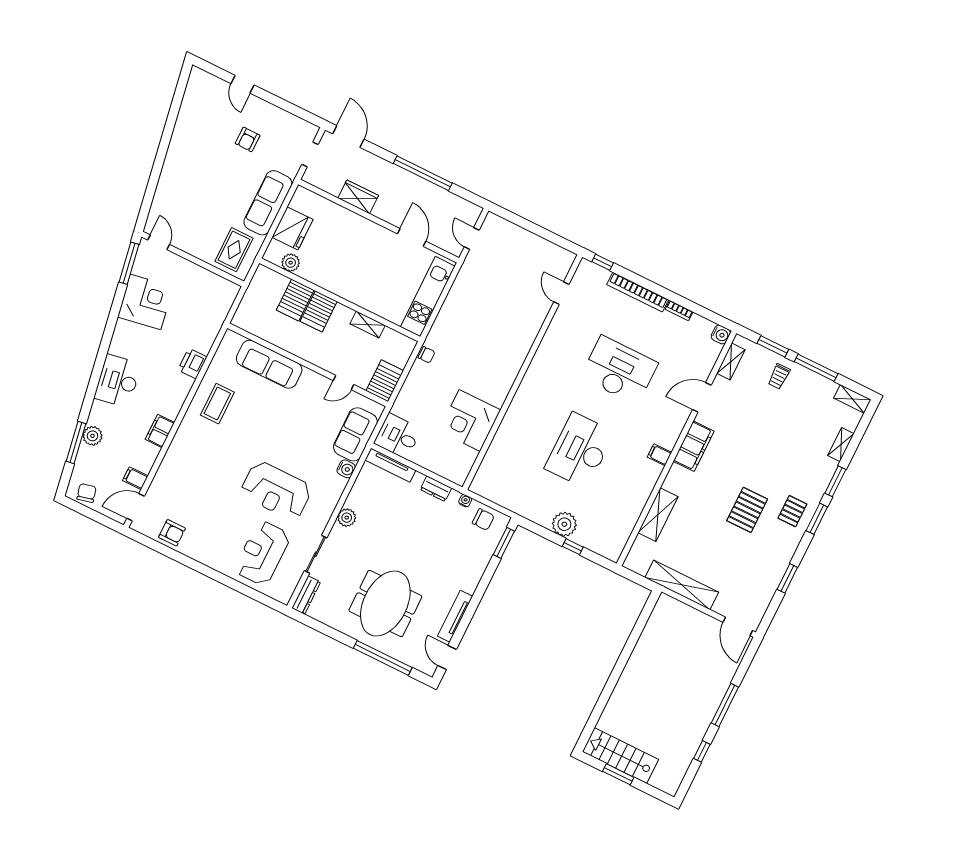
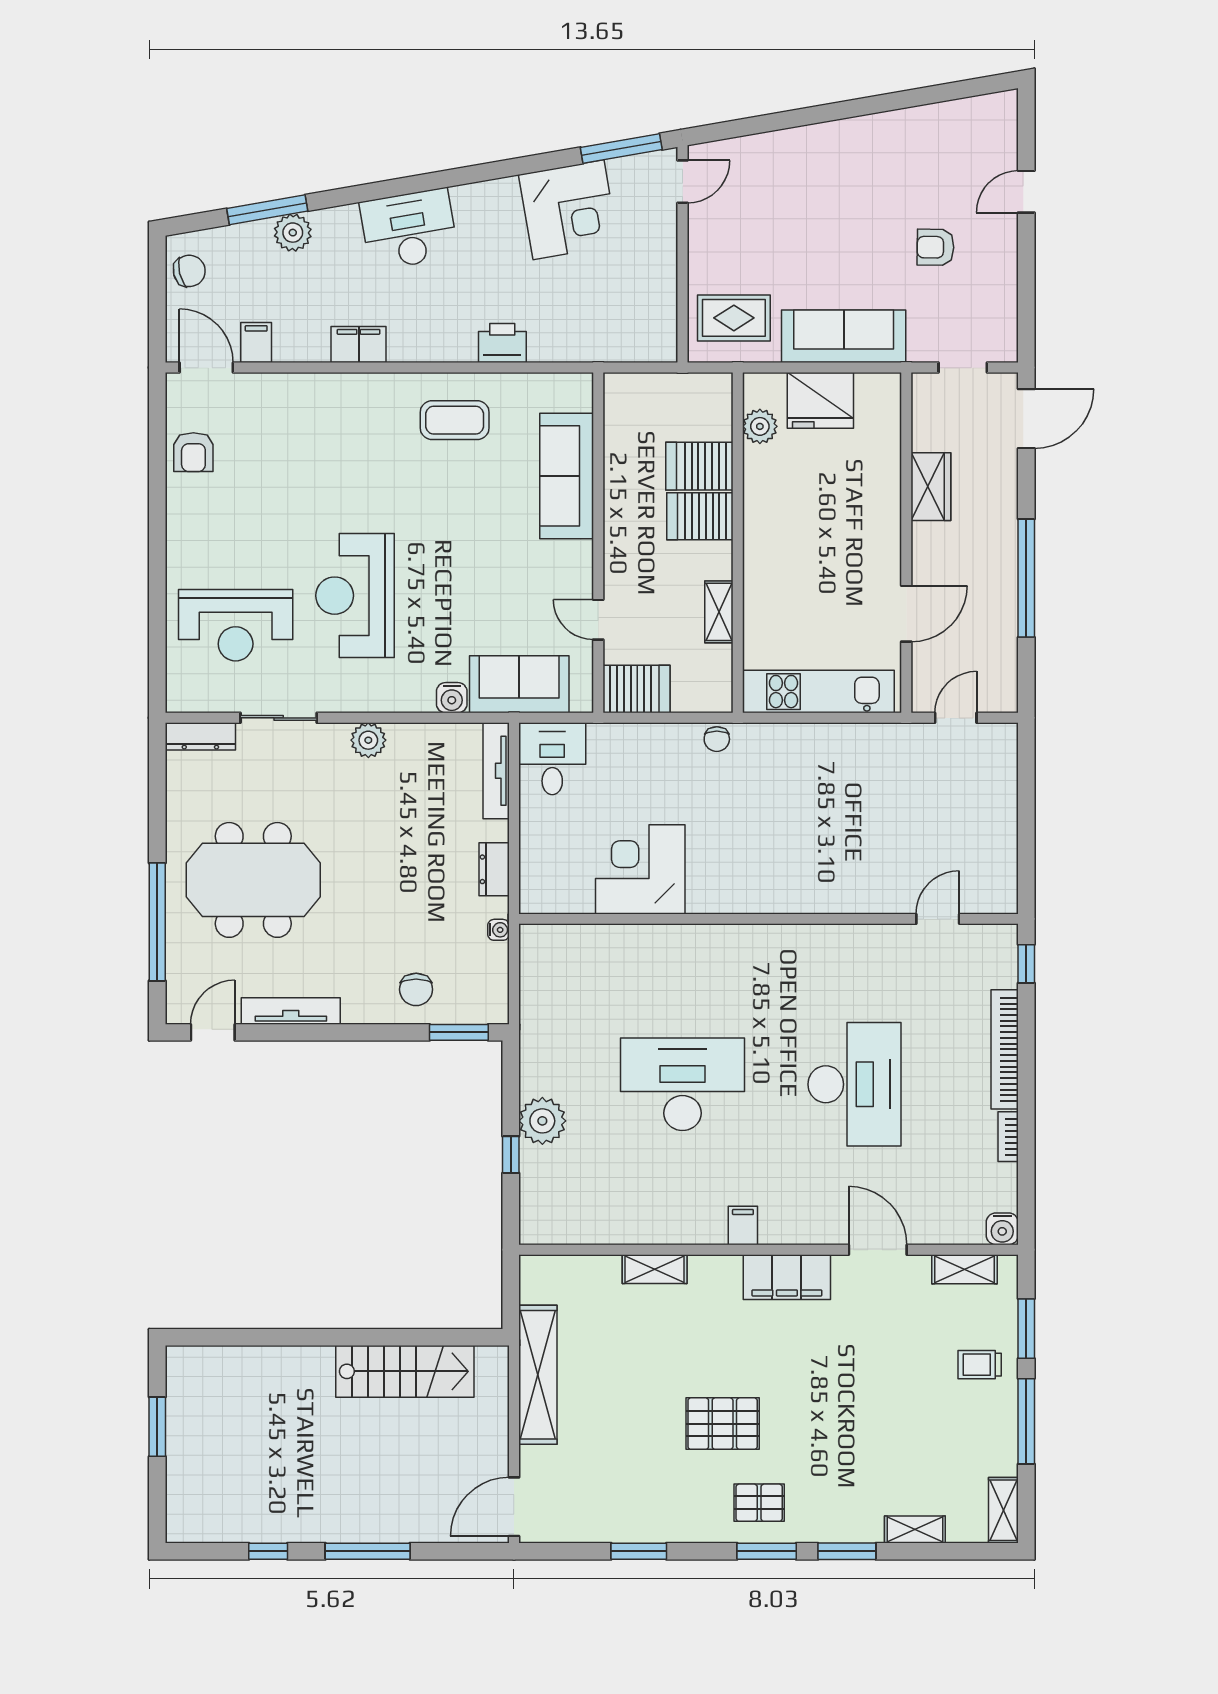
shelving: (658, 515) -> (655, 1269), width x0.67, depth x0.75
chair: (483, 519) -> (416, 989), moved
reception desk: (262, 553) -> (236, 625), turned 180
stairs: (620, 756) -> (405, 1371), moved, turned 90

